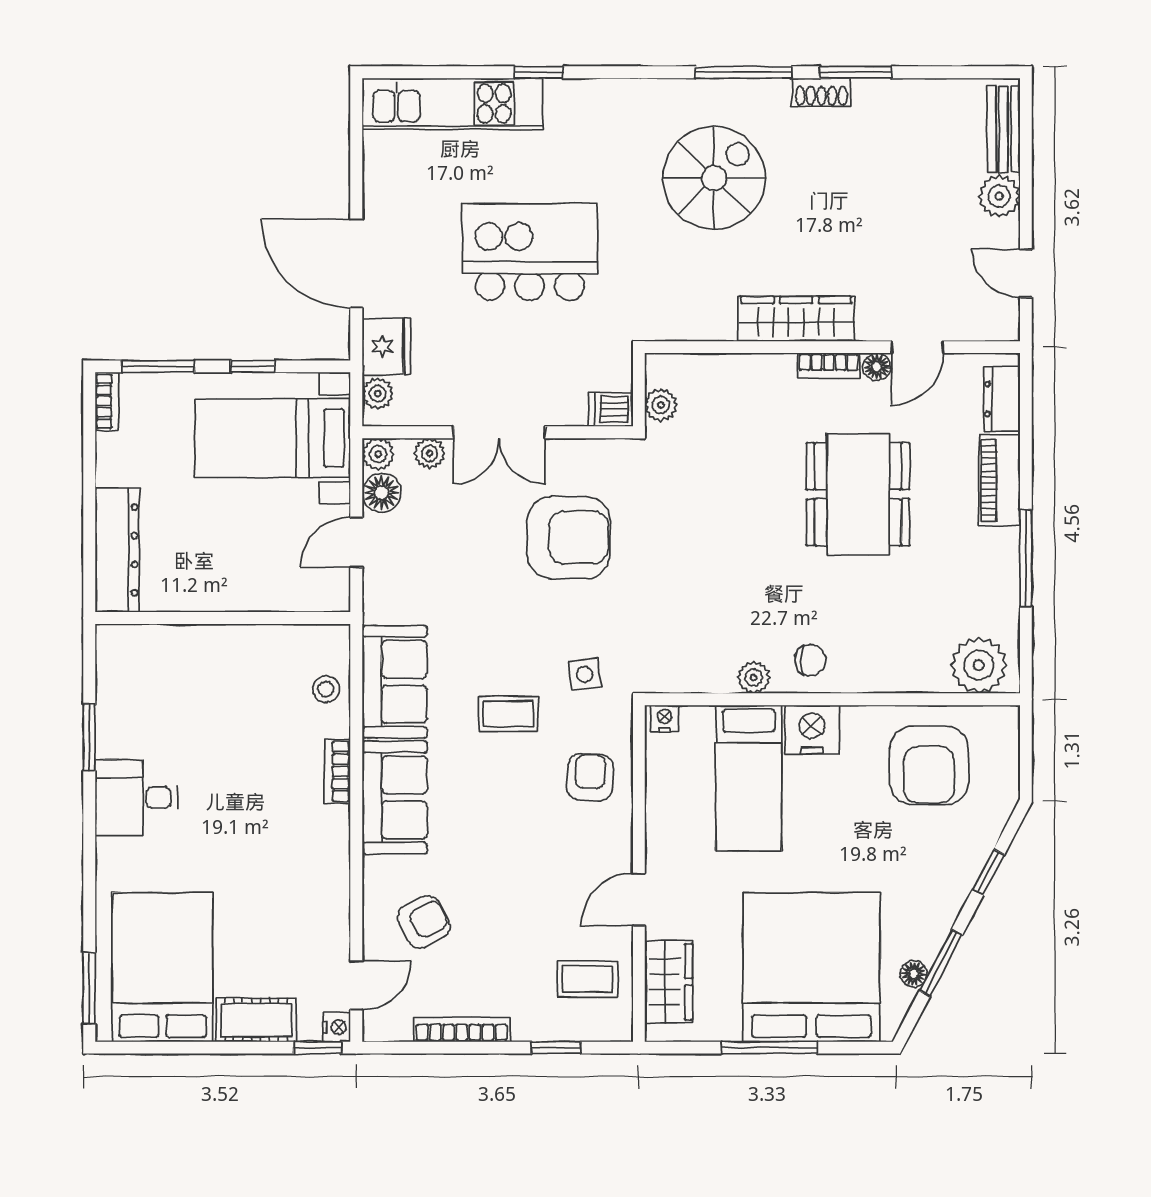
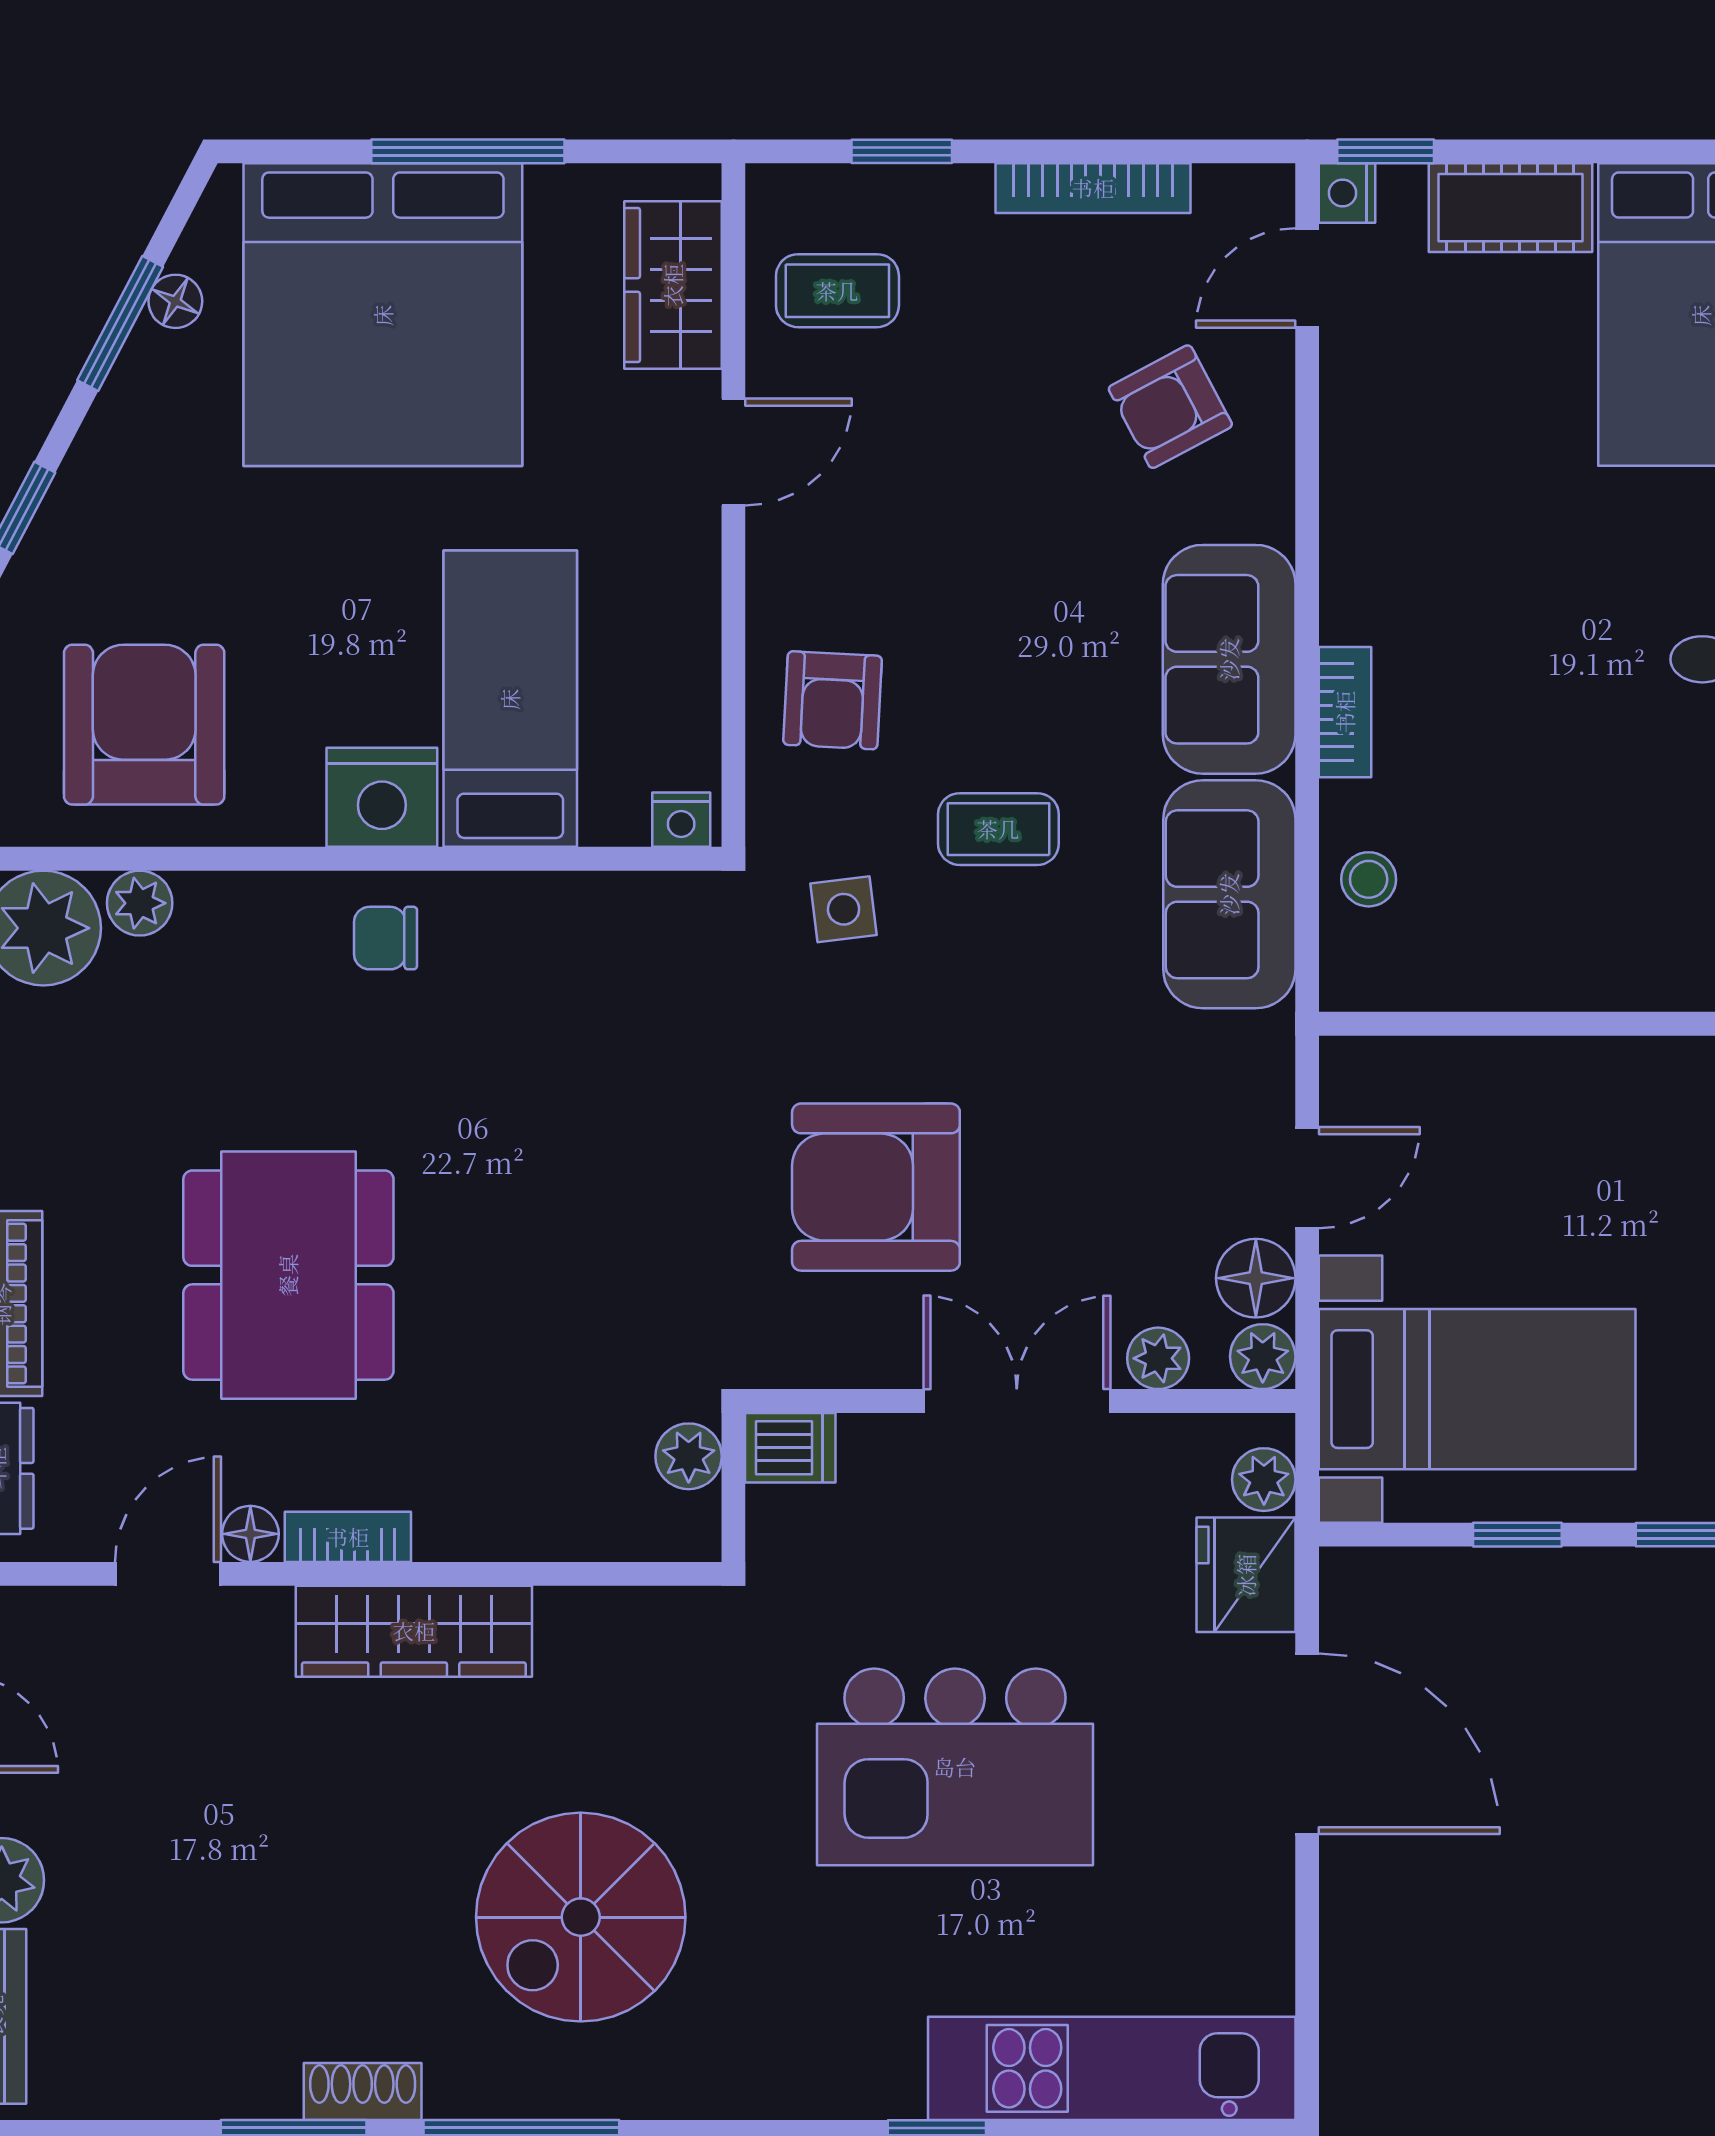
plant: (754, 677) -> (140, 903), moved

